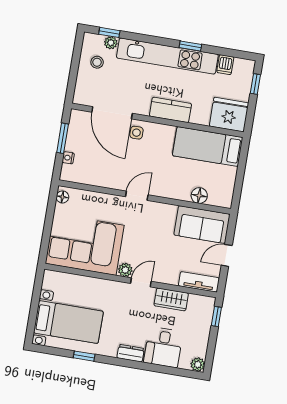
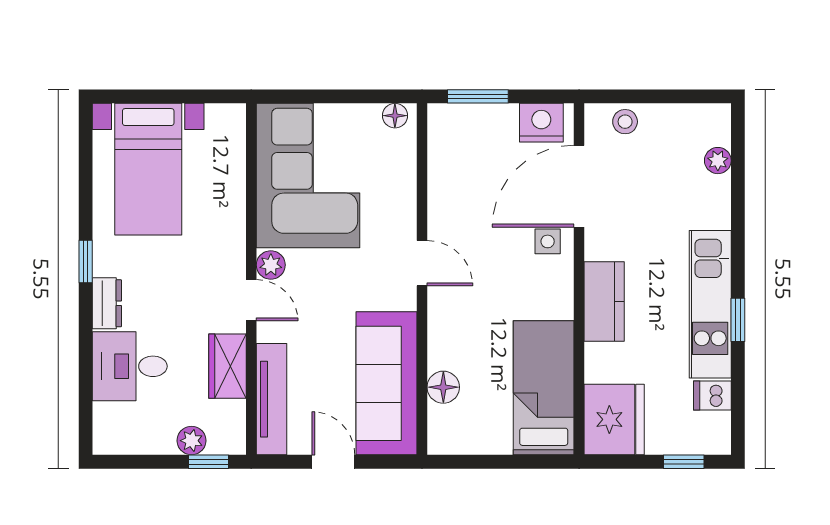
window: (109, 32) -> (738, 154), removed
kitchen unit: (167, 56) -> (710, 304), width x0.73
stool: (97, 62) -> (625, 122), moved
window: (63, 138) -> (478, 96), moved
nightstand: (68, 158) -> (541, 123), moved, width x1.89, depth x1.79
sofa: (202, 225) -> (386, 383), width x1.36
tv unit: (199, 282) -> (272, 399), width x1.41
window: (84, 356) -> (86, 261), moved
plant: (198, 364) -> (192, 441), moved

